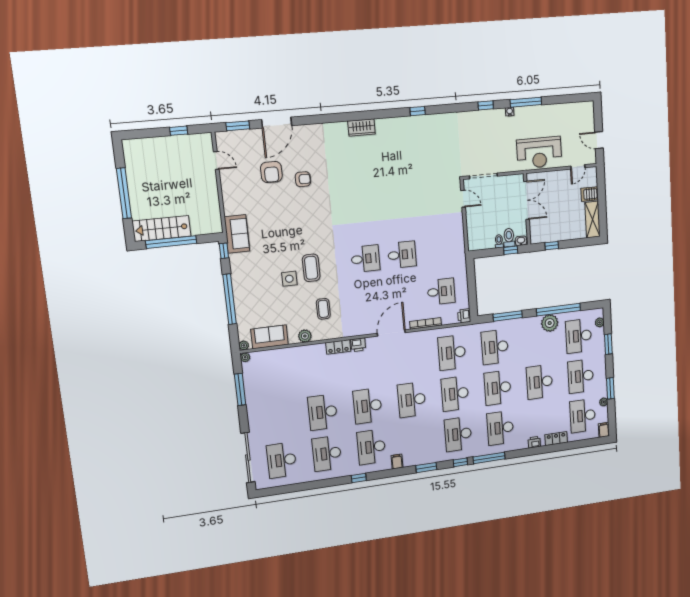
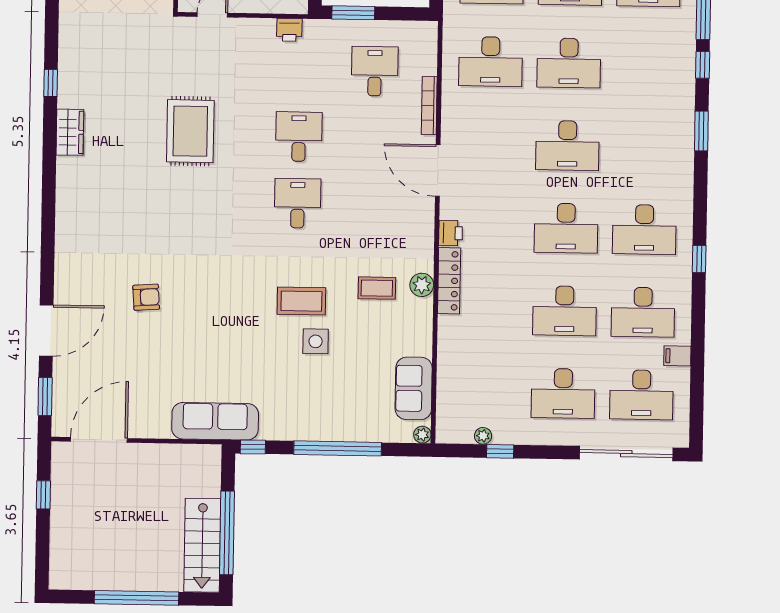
door: (277, 123) -> (46, 331), hinge flipped
wardrobe: (361, 128) -> (70, 132), moved
door: (216, 160) -> (99, 440), width x1.87
armchair: (271, 172) -> (128, 350), removed
armchair: (303, 179) -> (146, 297), turned 86
rug: (399, 194) -> (190, 131), added
sofa: (237, 234) -> (215, 421), width x1.36
window: (471, 276) -> (353, 13), added
printer: (464, 316) -> (289, 30), moved
plant: (305, 336) -> (422, 285), moved
locker: (338, 347) -> (449, 281), width x1.53
plant: (245, 357) -> (483, 436), moved
window: (240, 389) -> (500, 451), width x0.46
desk: (458, 434) -> (563, 393), moved
filing cabinet: (397, 462) -> (677, 356), moved

